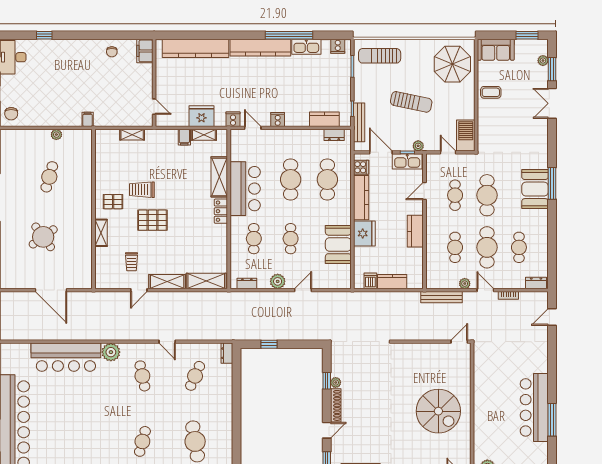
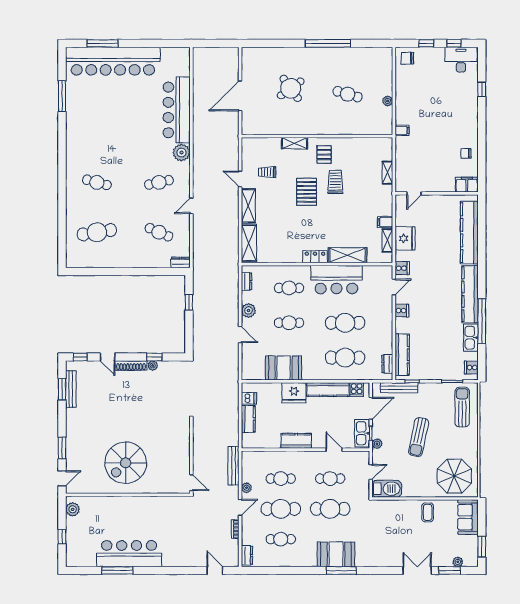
kitchen counter: (324, 119) -> (402, 355), width x1.50

